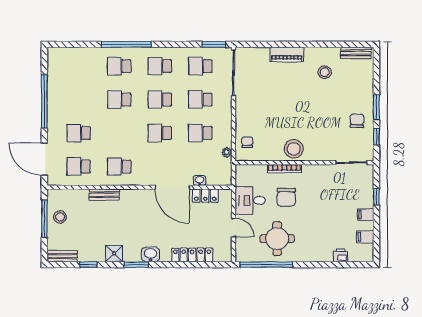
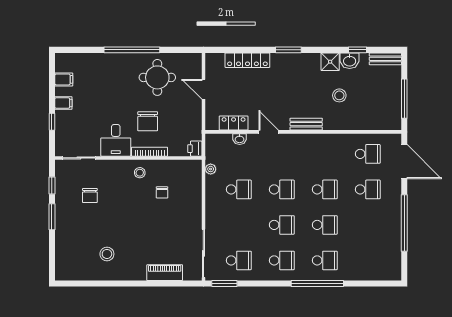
bench: (356, 53) -> (74, 274), removed
piano: (287, 55) -> (165, 273), moved
school desk: (200, 100) -> (239, 225), removed
chair: (357, 121) -> (90, 196), moved
chair: (247, 142) -> (162, 192), moved
stool: (294, 149) -> (140, 173), width x0.53, depth x0.53
school desk: (119, 167) -> (325, 189), moved
door: (172, 187) -> (269, 132), width x0.53
bench: (104, 195) -> (306, 124), moved
chair: (286, 197) -> (148, 121), turned 180
desk: (250, 200) -> (116, 140), moved, turned 90
stool: (60, 217) -> (339, 95), moved
washbasin: (151, 254) -> (350, 61), moved
printer: (341, 255) -> (195, 149), moved, turned 90
window: (136, 265) -> (288, 50), moved
window: (266, 265) -> (132, 50), moved

